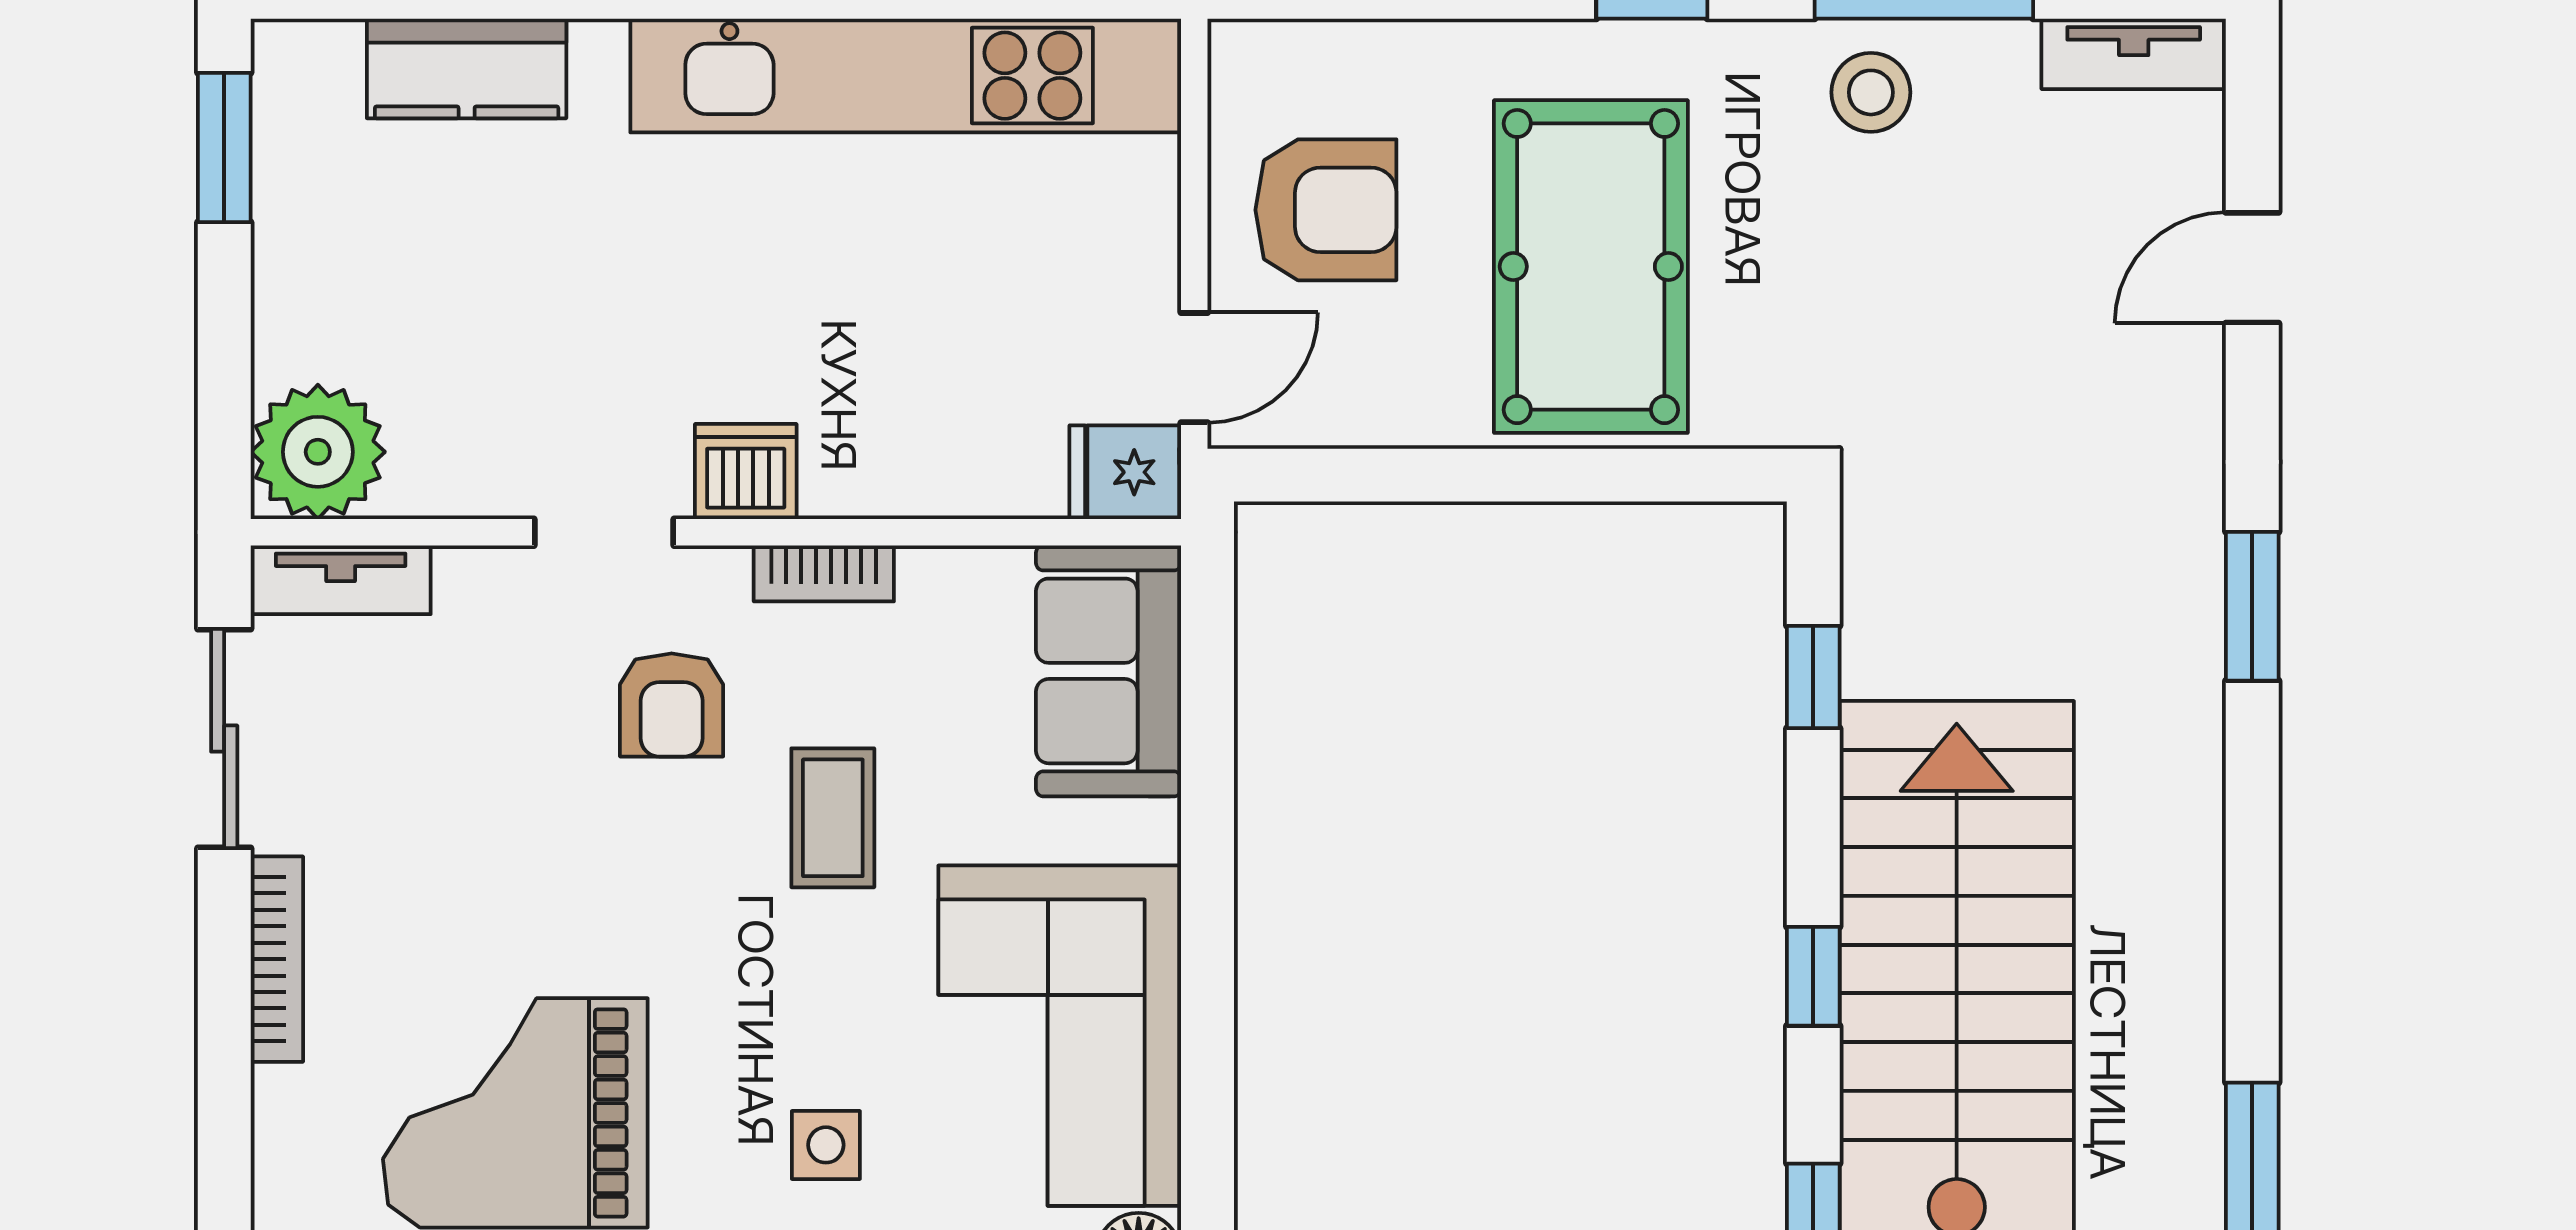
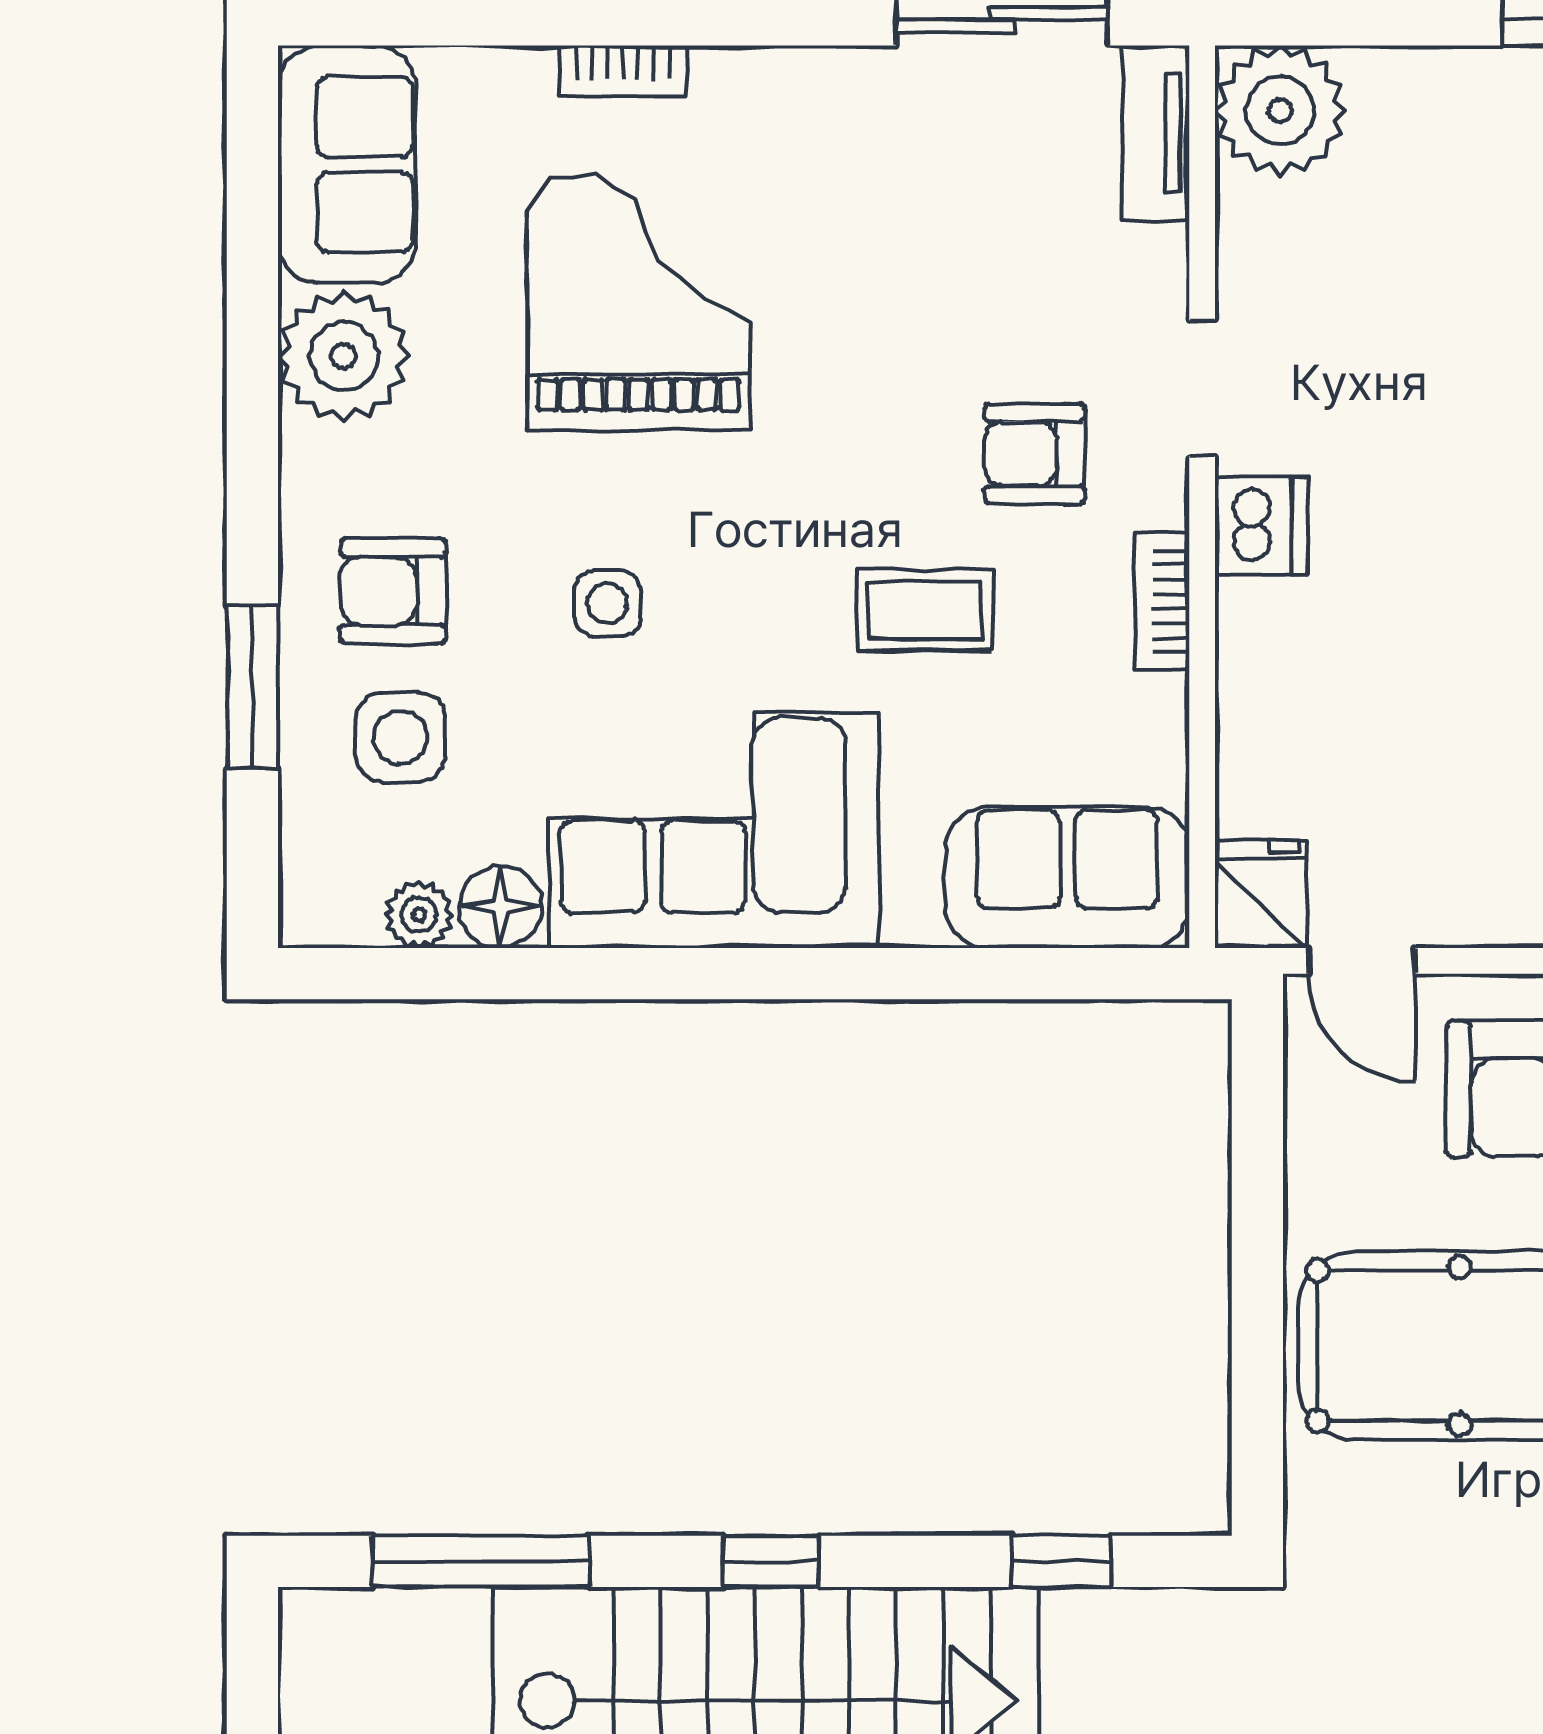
bookcase: (277, 959) -> (623, 71), moved, width x0.64

